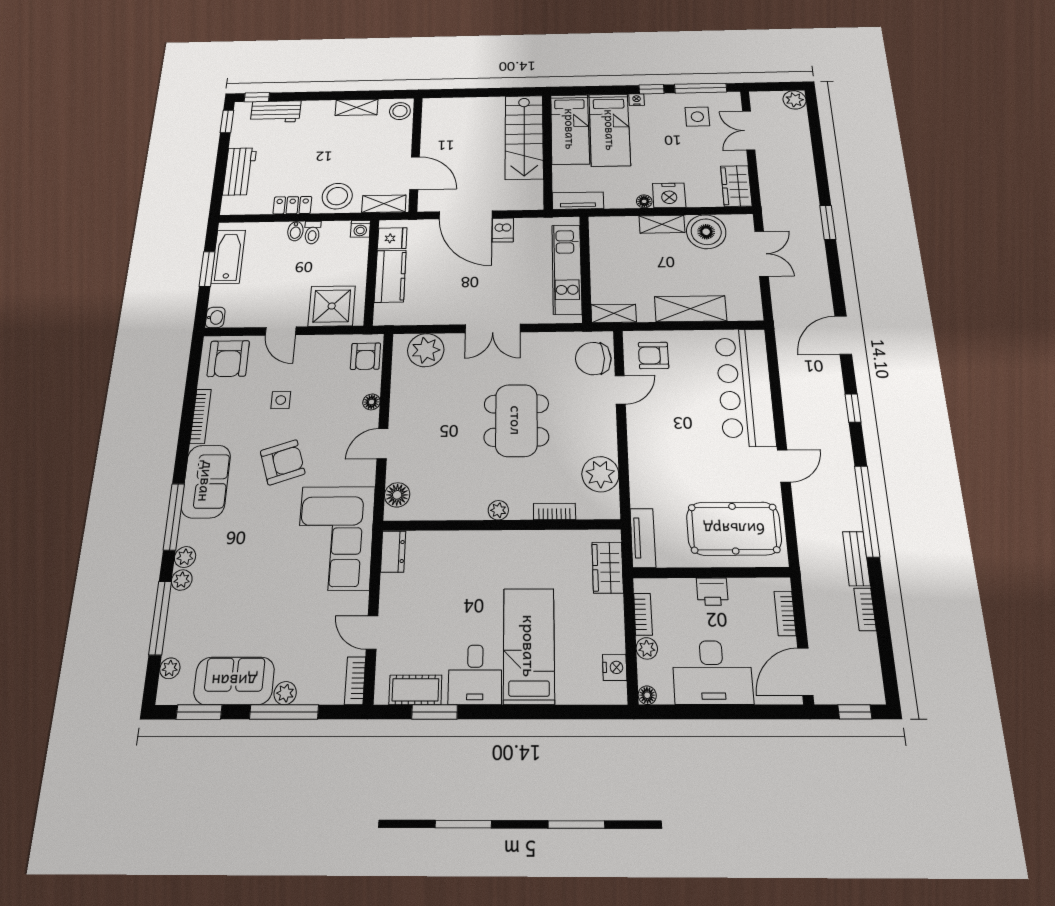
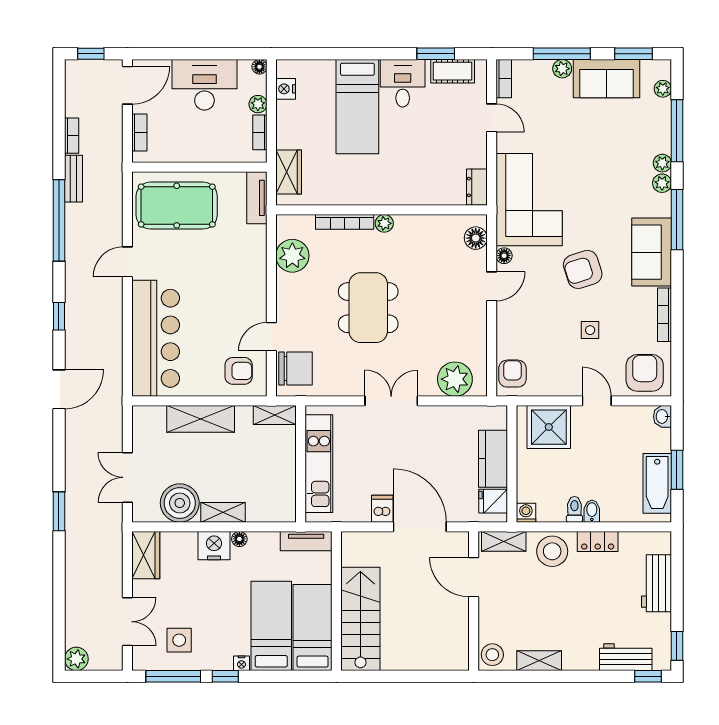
floor lamp: (371, 402) -> (504, 256), moved
bookcase: (555, 512) -> (345, 222), width x1.56
printer: (712, 592) -> (200, 151), removed

